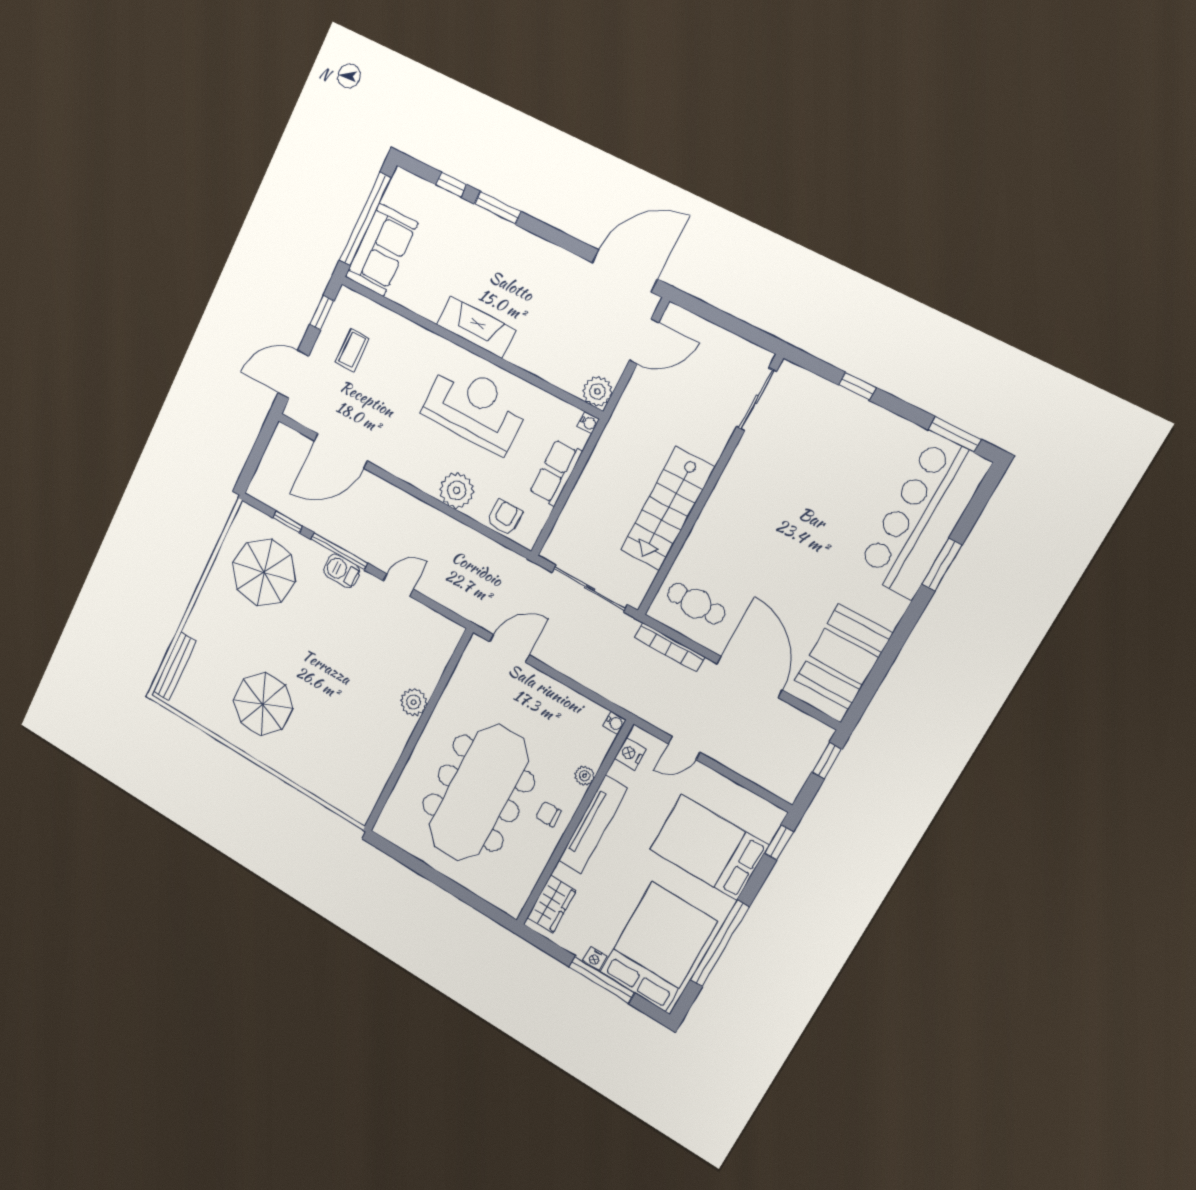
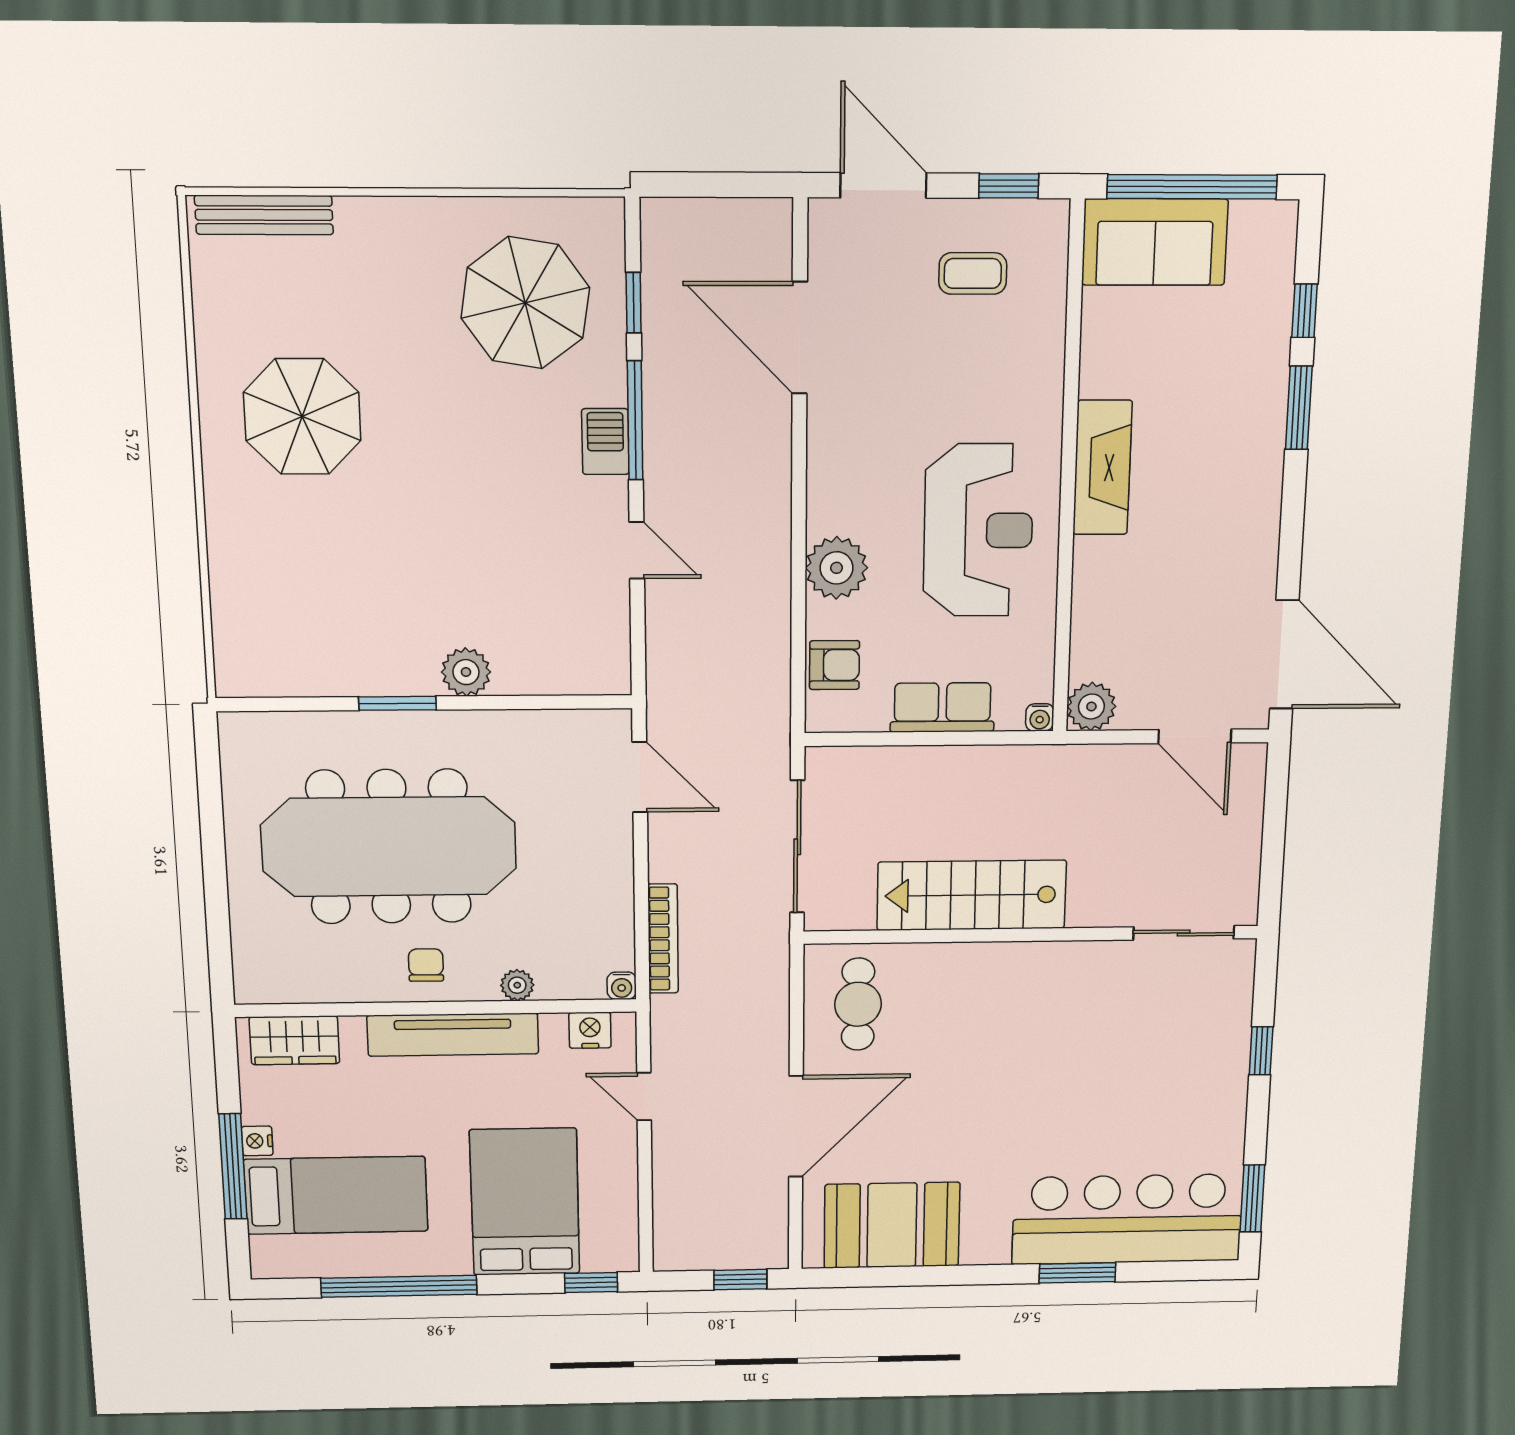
bookcase: (669, 647) -> (663, 939), moved, turned 180
window: (411, 744) -> (397, 703), added
bed: (659, 947) -> (336, 1195), width x0.67

